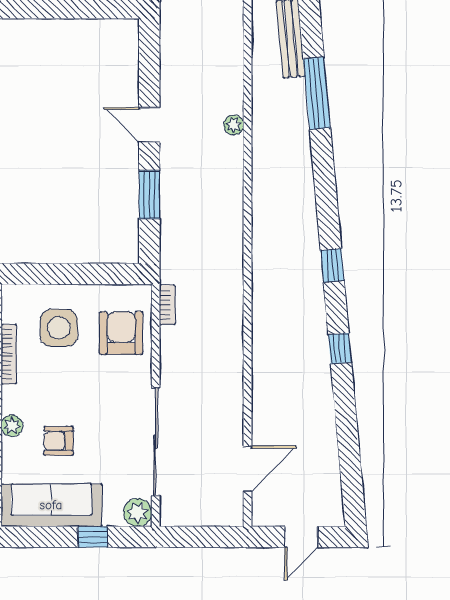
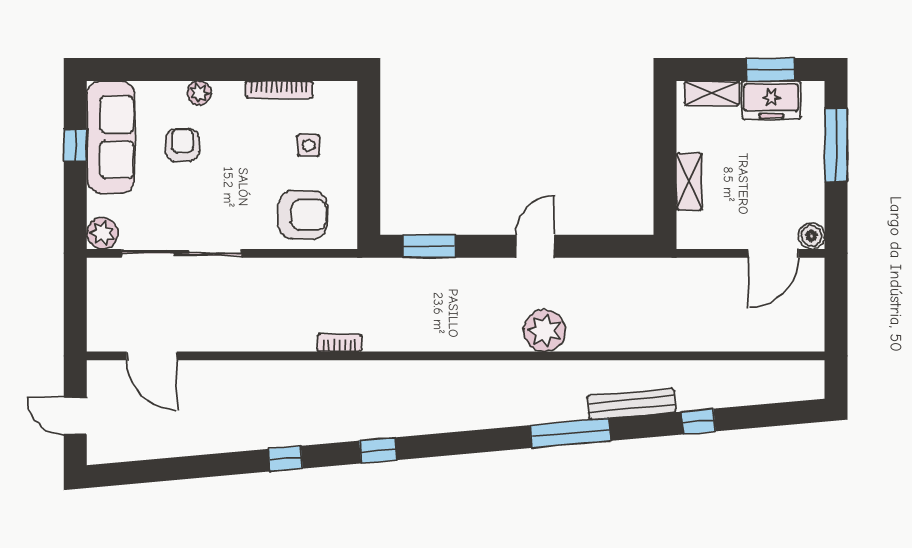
plant: (234, 125) -> (545, 331), width x1.88, depth x1.88
window: (149, 195) -> (429, 246), moved
bookcase: (167, 305) -> (340, 343), moved, turned 180
side table: (59, 328) -> (308, 145), width x0.54, depth x0.54
window: (93, 537) -> (75, 146), moved

